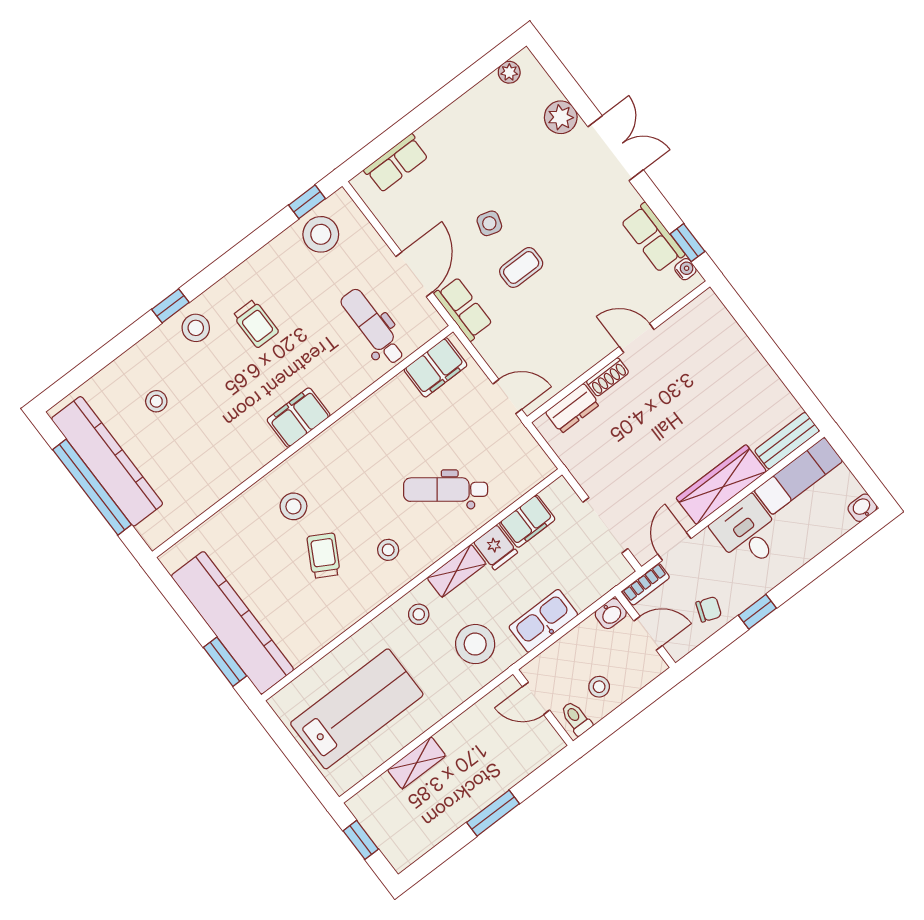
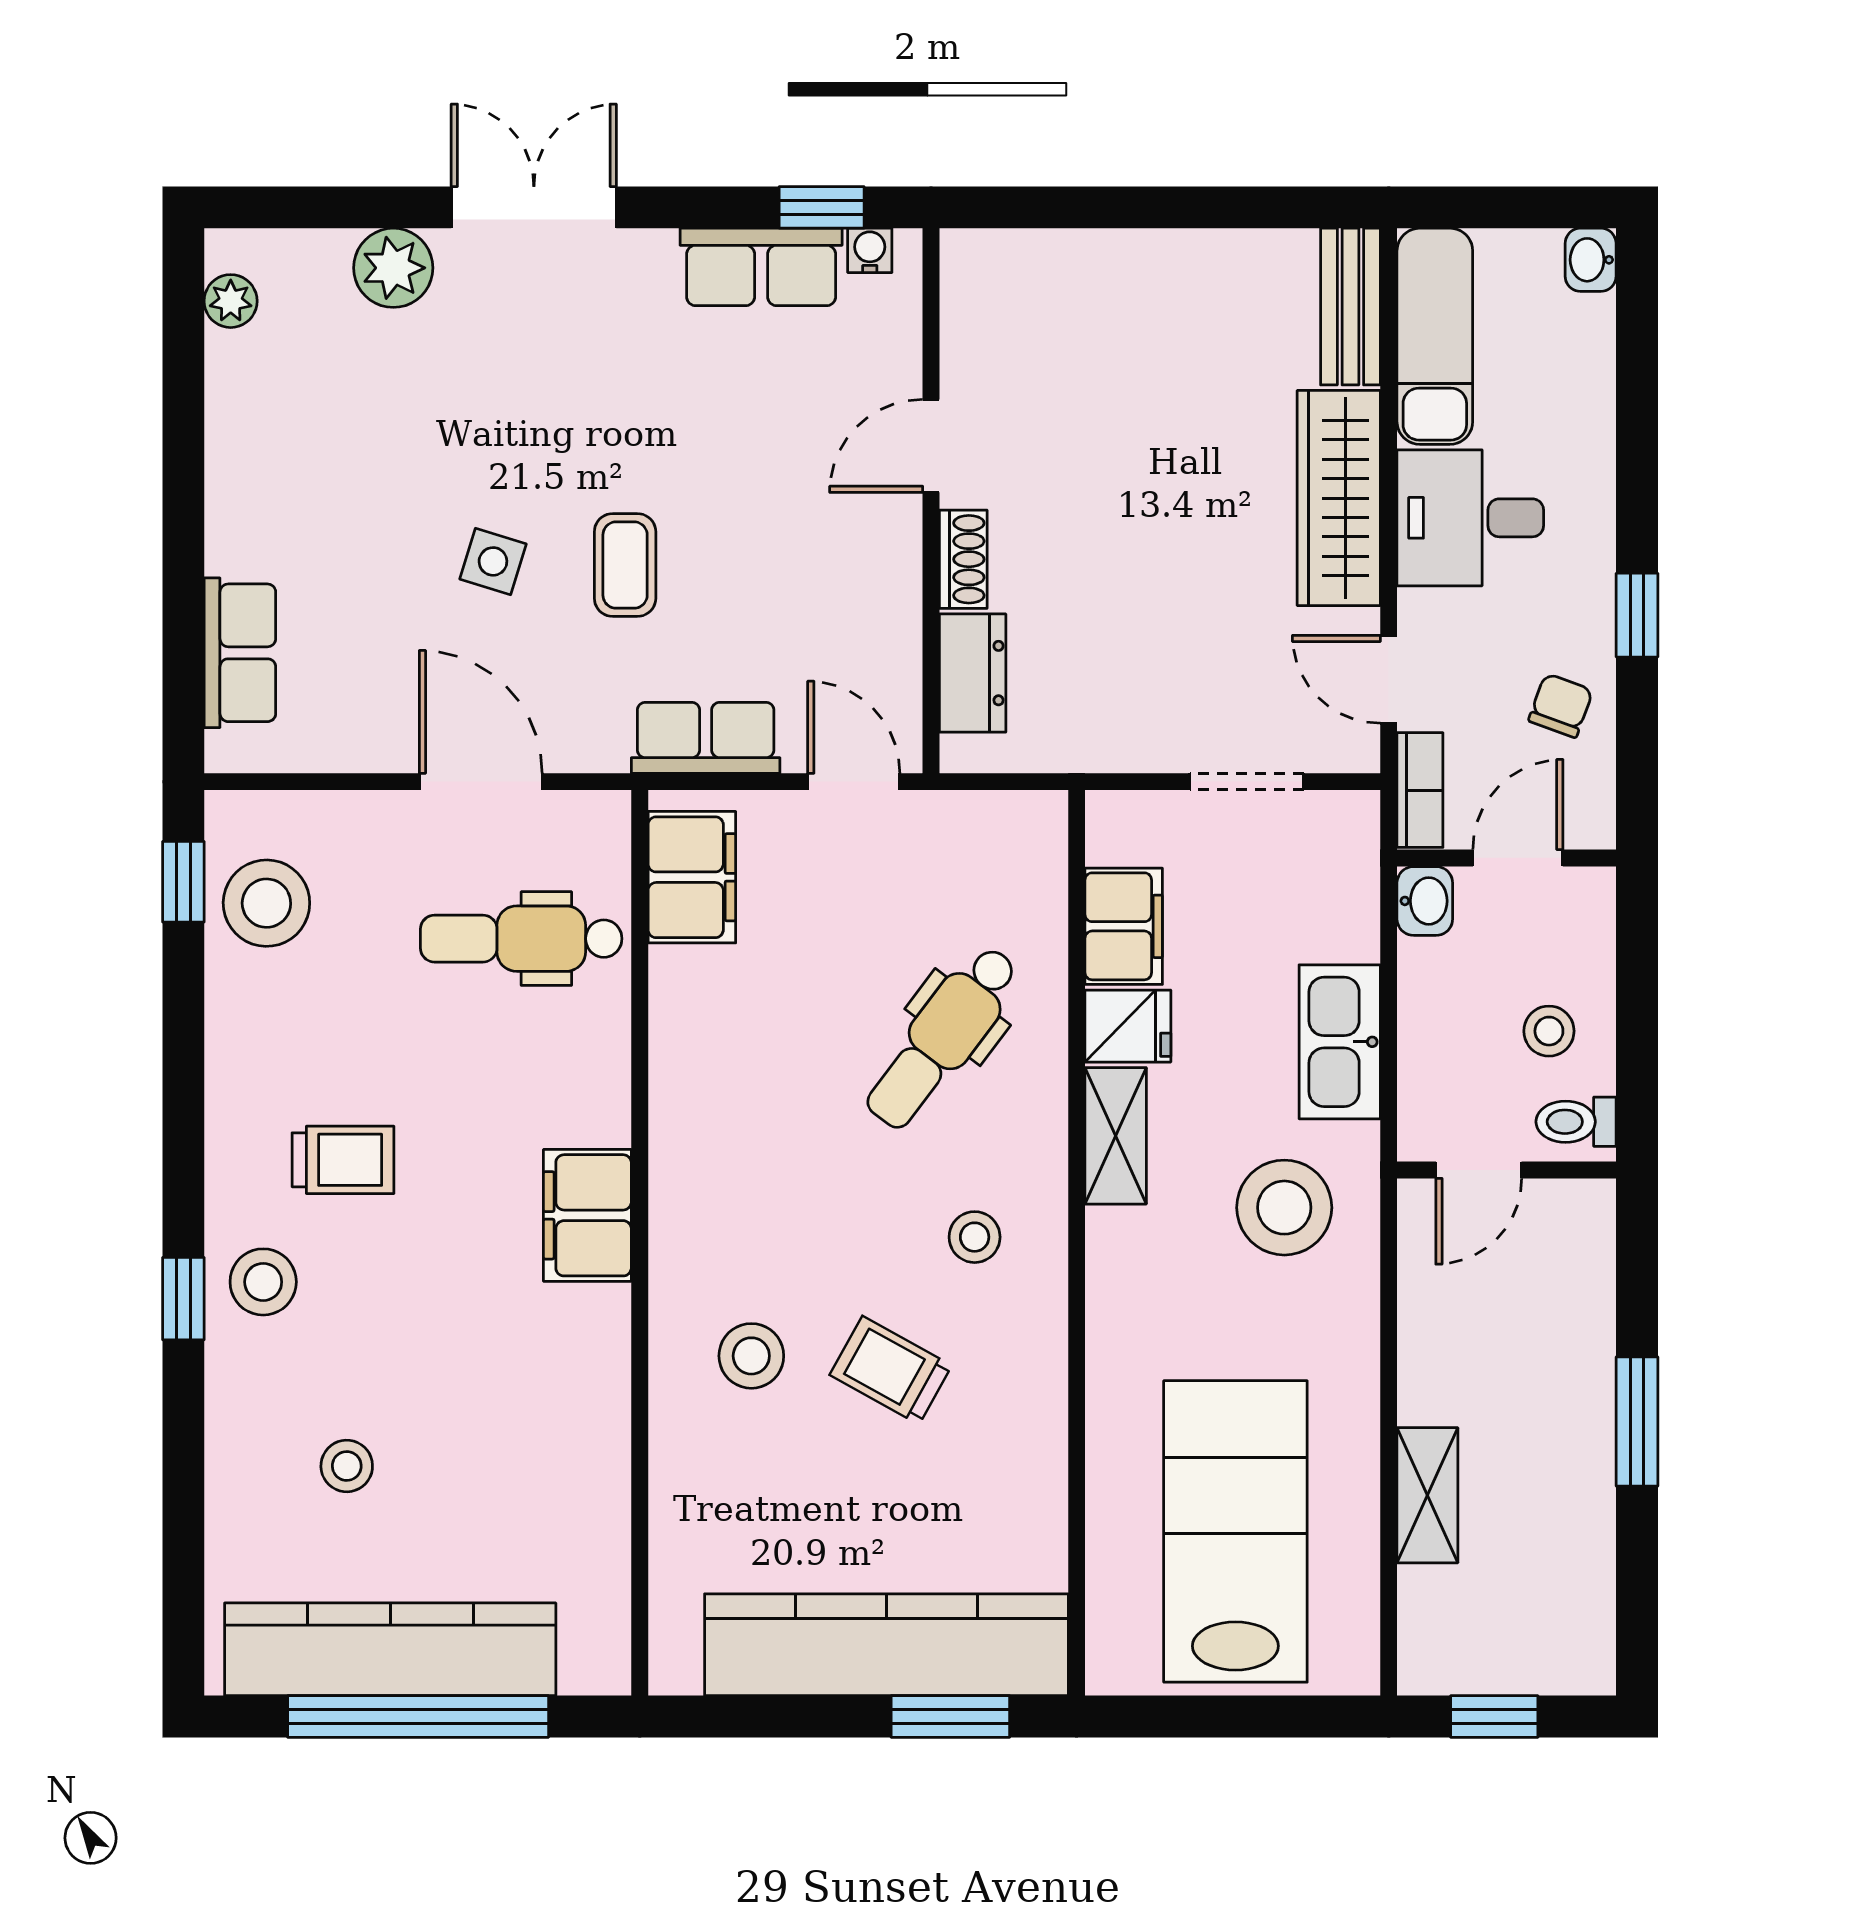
row of seats: (463, 309) -> (706, 738), moved
door: (507, 397) -> (854, 782), hinge flipped
doorway: (605, 525) -> (1247, 782), width x0.73
stool: (419, 614) -> (1144, 1273), removed

